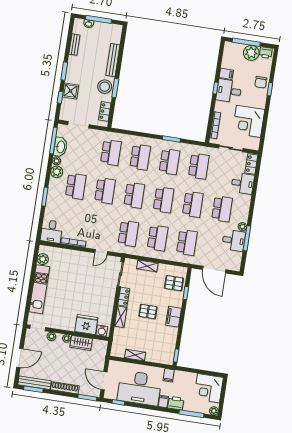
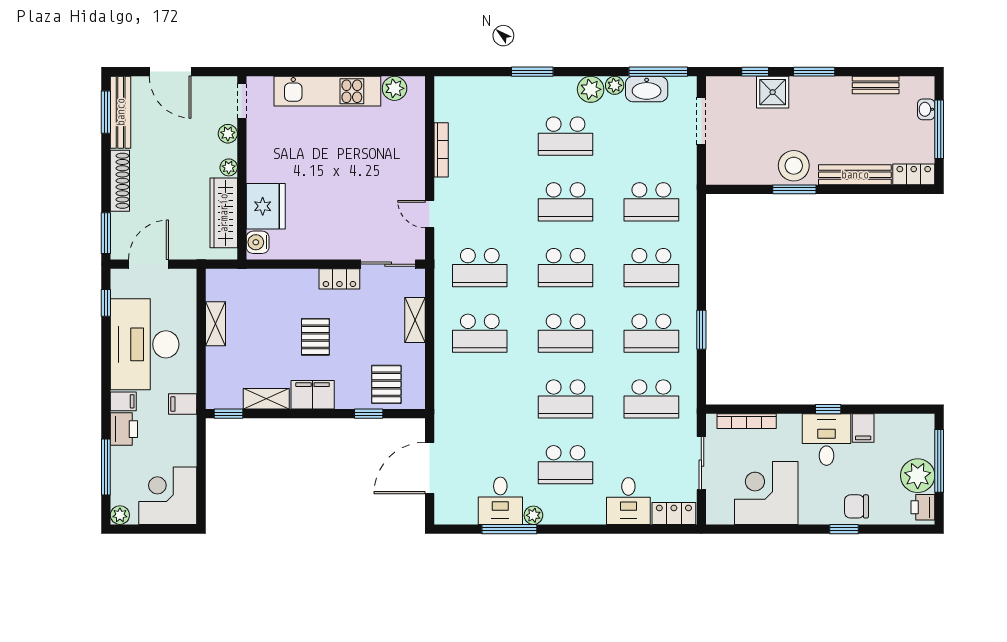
locker: (105, 111) -> (914, 174), moved
desk: (52, 231) -> (458, 99), removed
school desk: (187, 243) -> (480, 399), removed
shelving: (121, 317) -> (266, 399), moved
wardrobe: (81, 343) -> (224, 213), width x1.50

